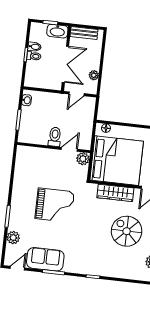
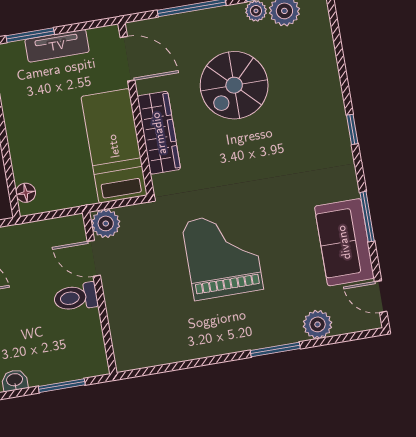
bed: (117, 161) -> (114, 146), width x0.49

